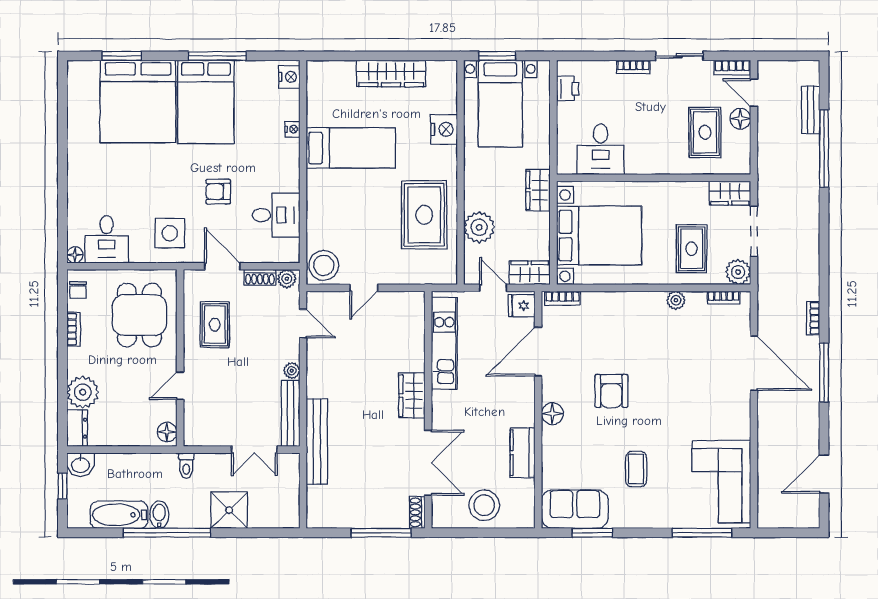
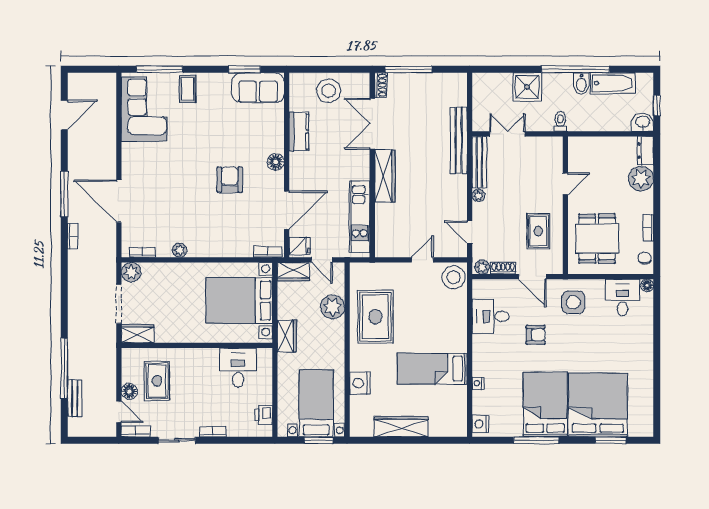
rug: (692, 249) -> (167, 290), removed
wardrobe: (412, 396) -> (385, 176), width x1.50
floor lamp: (167, 432) -> (575, 148), removed
coffee table: (636, 469) -> (188, 89), moved

